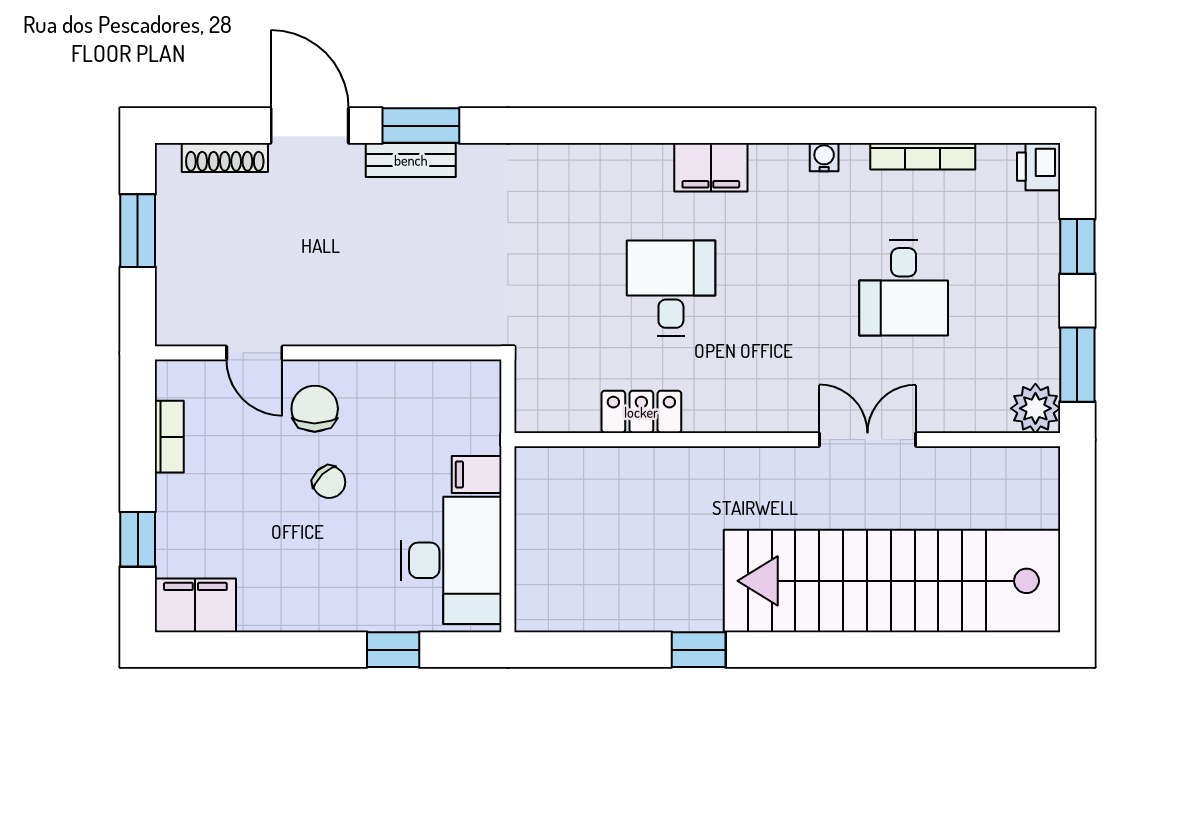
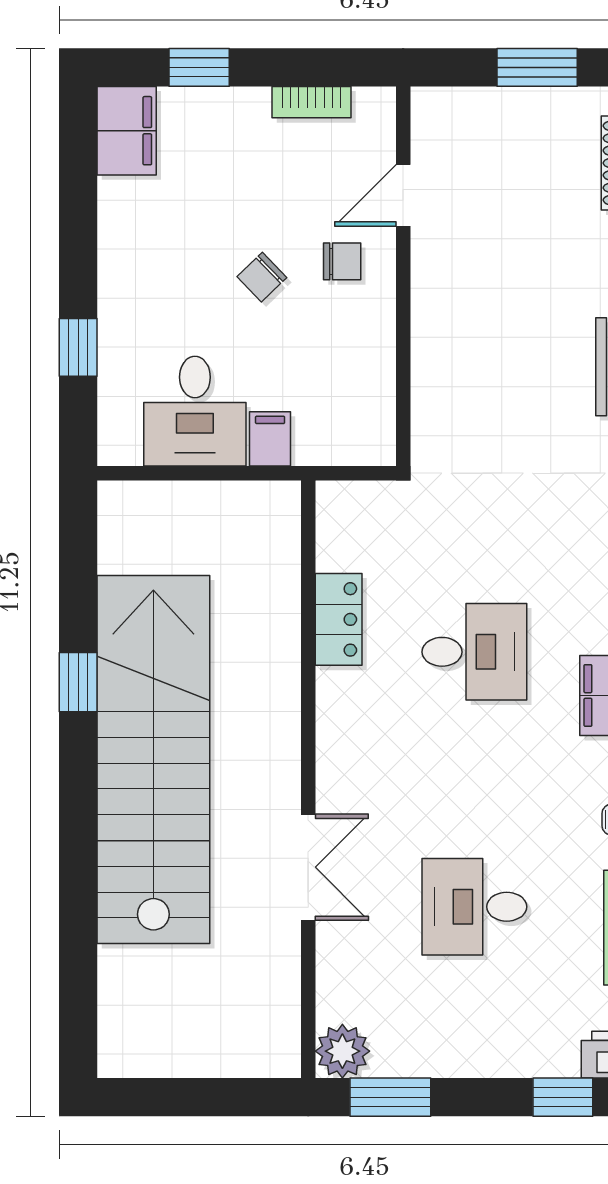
window: (1077, 246) -> (563, 1097), moved
chair: (315, 409) -> (342, 261), width x0.73, depth x0.73
desk: (451, 560) -> (195, 411), width x0.73
stairs: (892, 581) -> (153, 760), moved

